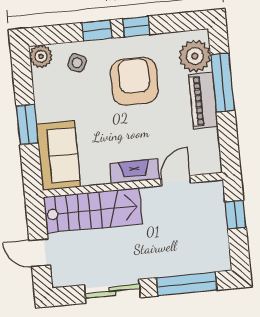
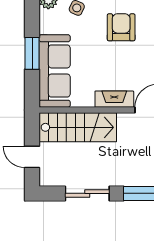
armchair: (134, 81) -> (121, 27), width x0.73, depth x0.73
sofa: (58, 155) -> (55, 71), width x1.36

